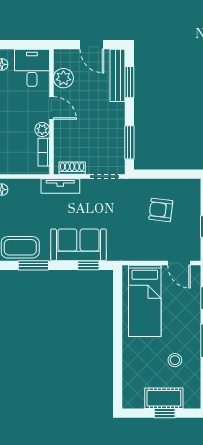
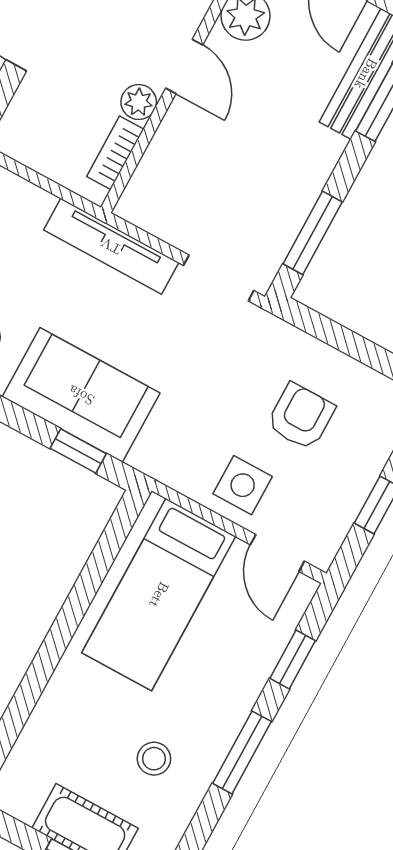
shoe rack: (72, 168) -> (158, 221), removed
tv unit: (60, 186) -> (111, 246), width x1.41
armchair: (161, 210) -> (301, 416), turned 83
side table: (153, 246) -> (243, 485), added

